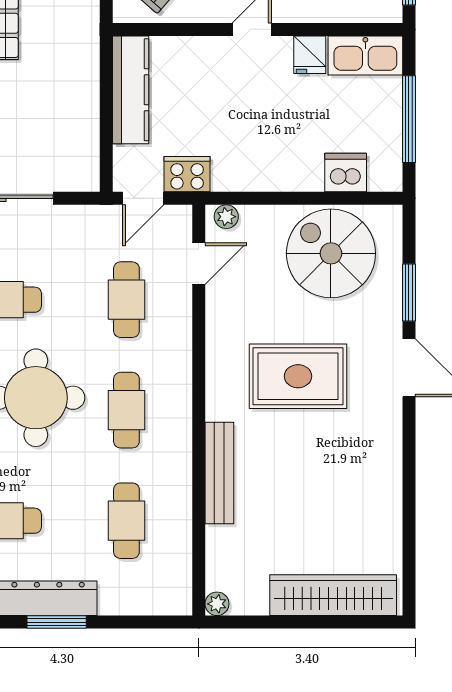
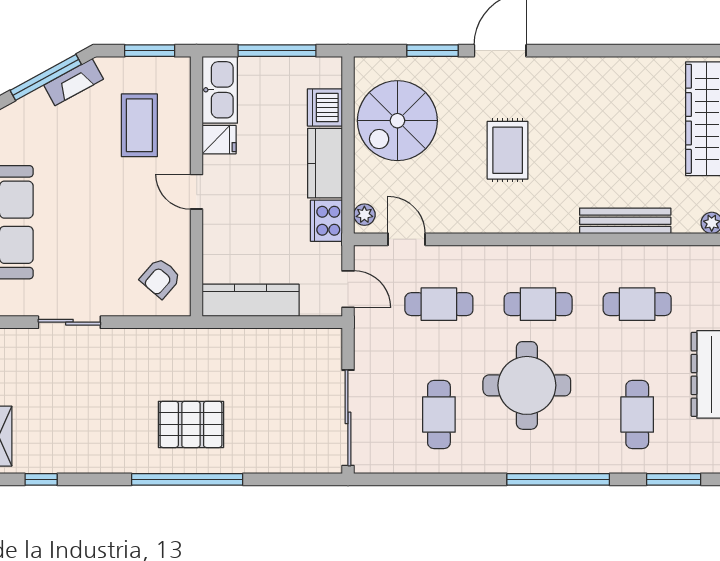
kitchen counter: (284, 173) -> (325, 163), added
cooker: (187, 174) -> (326, 221), moved
rug: (298, 376) -> (508, 150), width x0.73, depth x0.70
bench: (219, 473) -> (625, 221), moved

